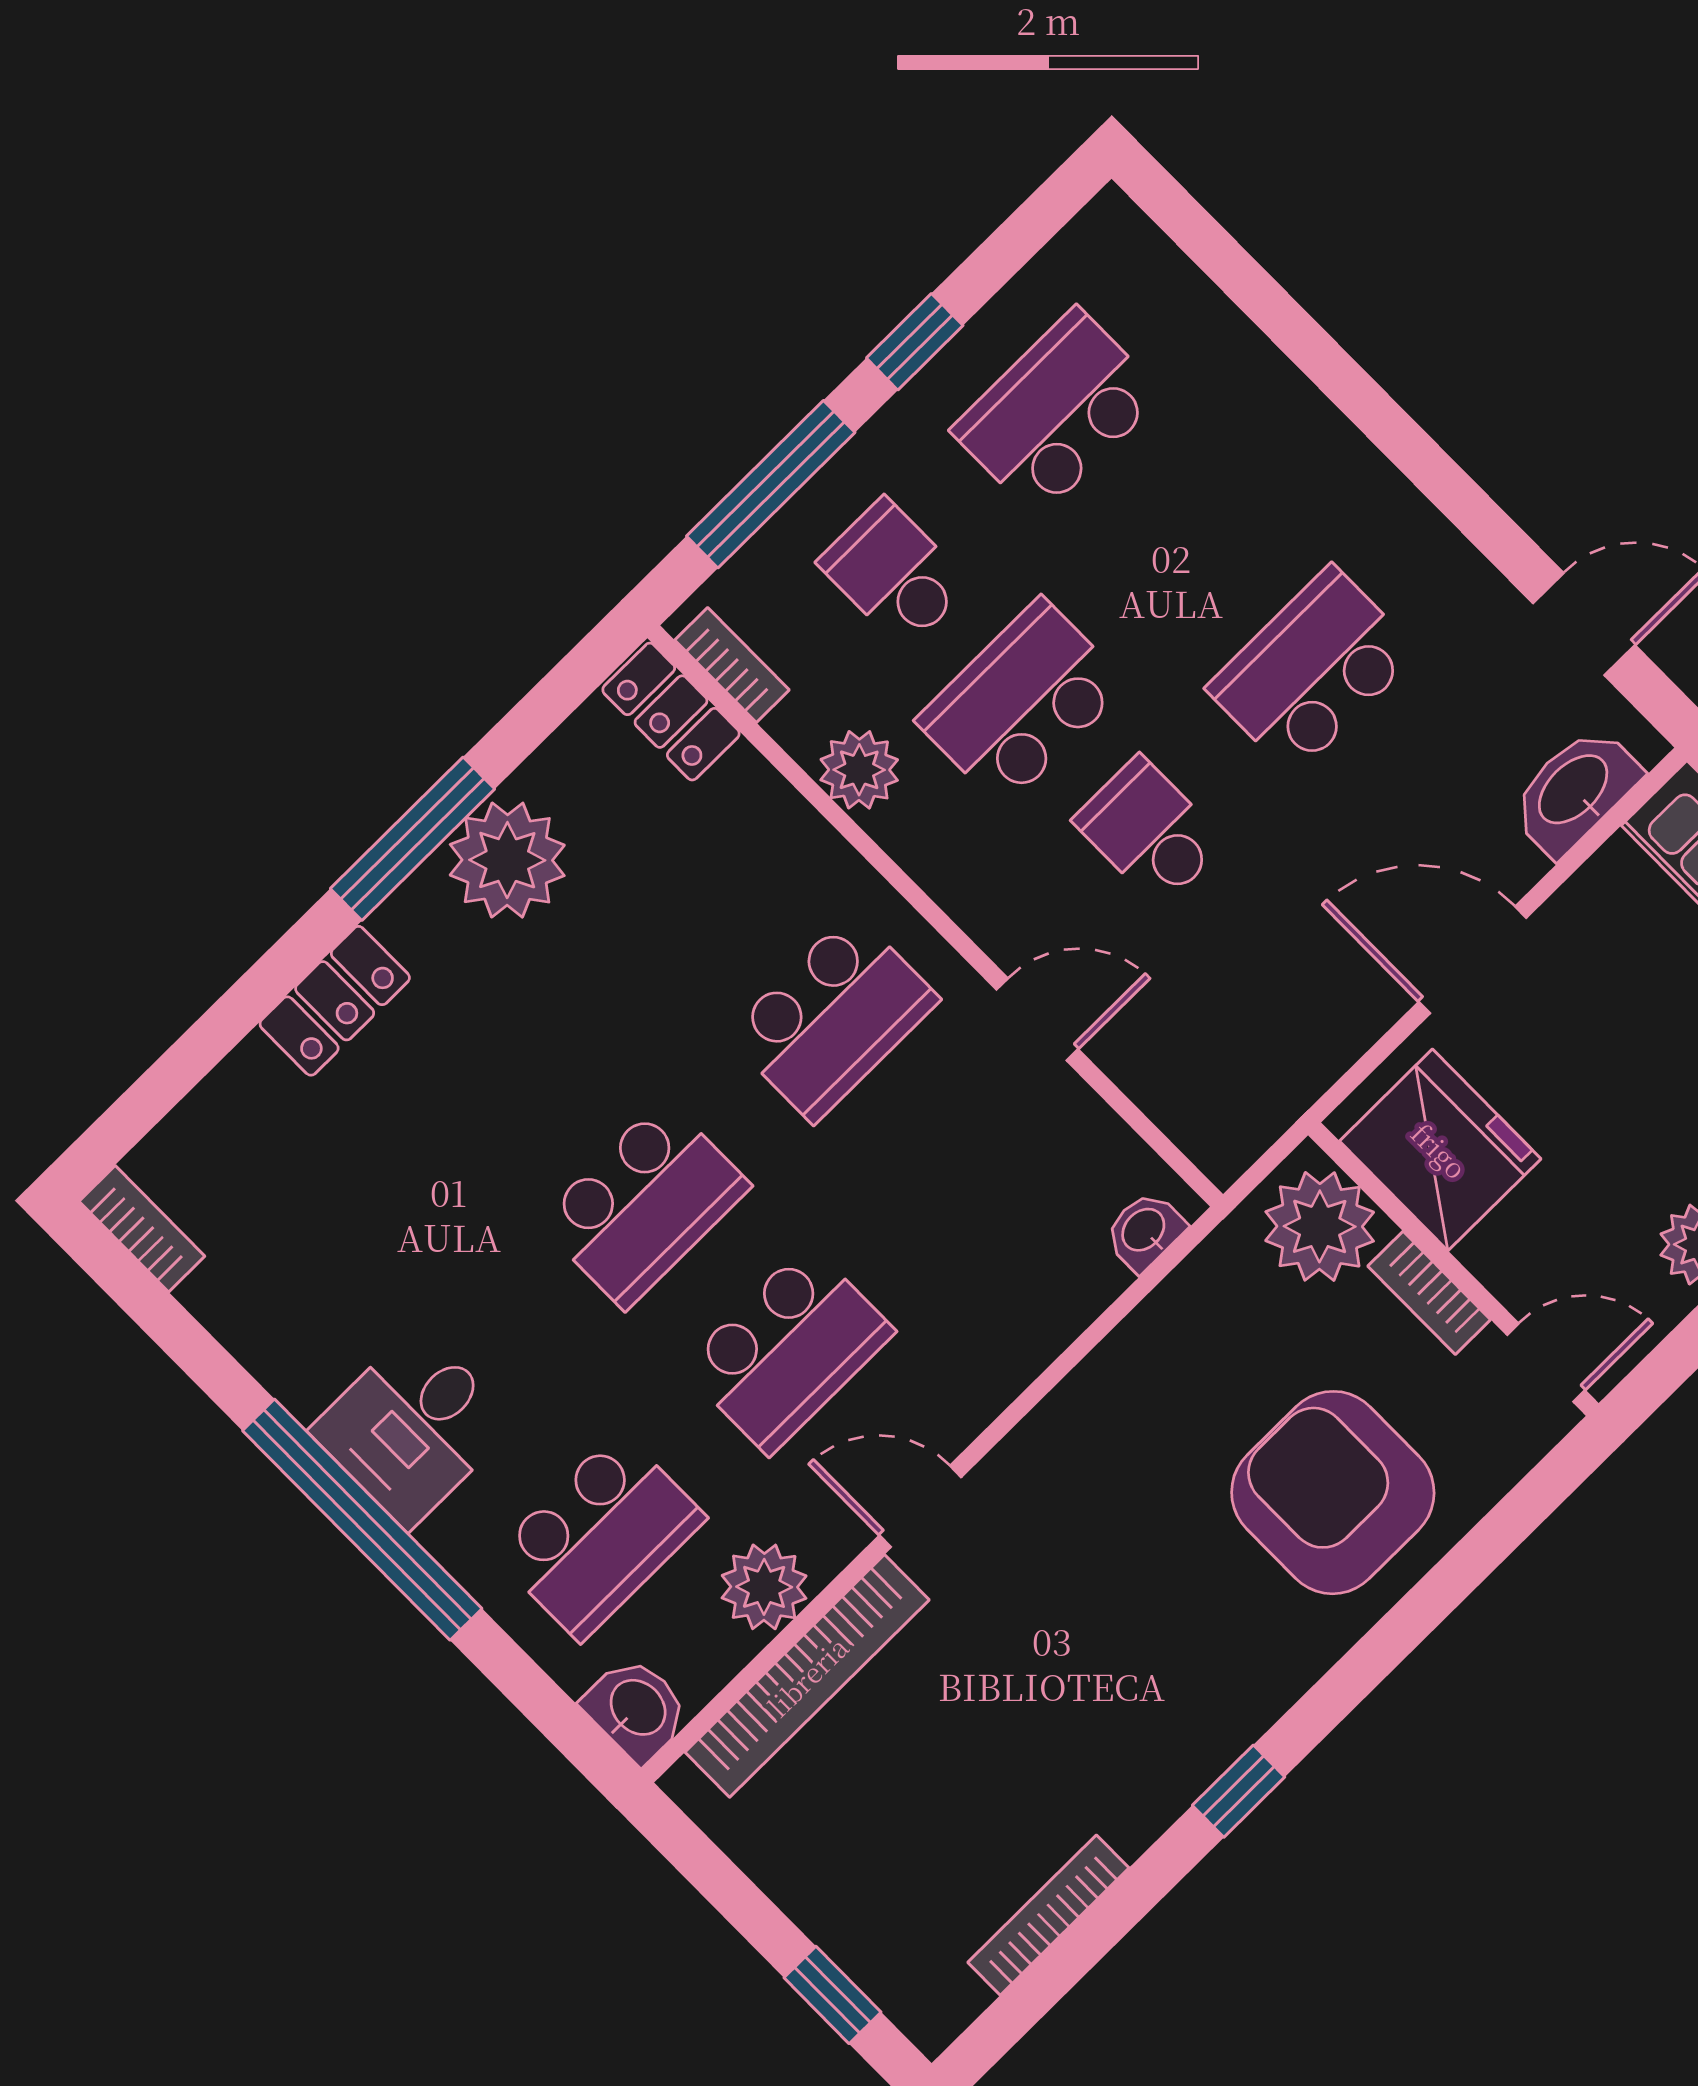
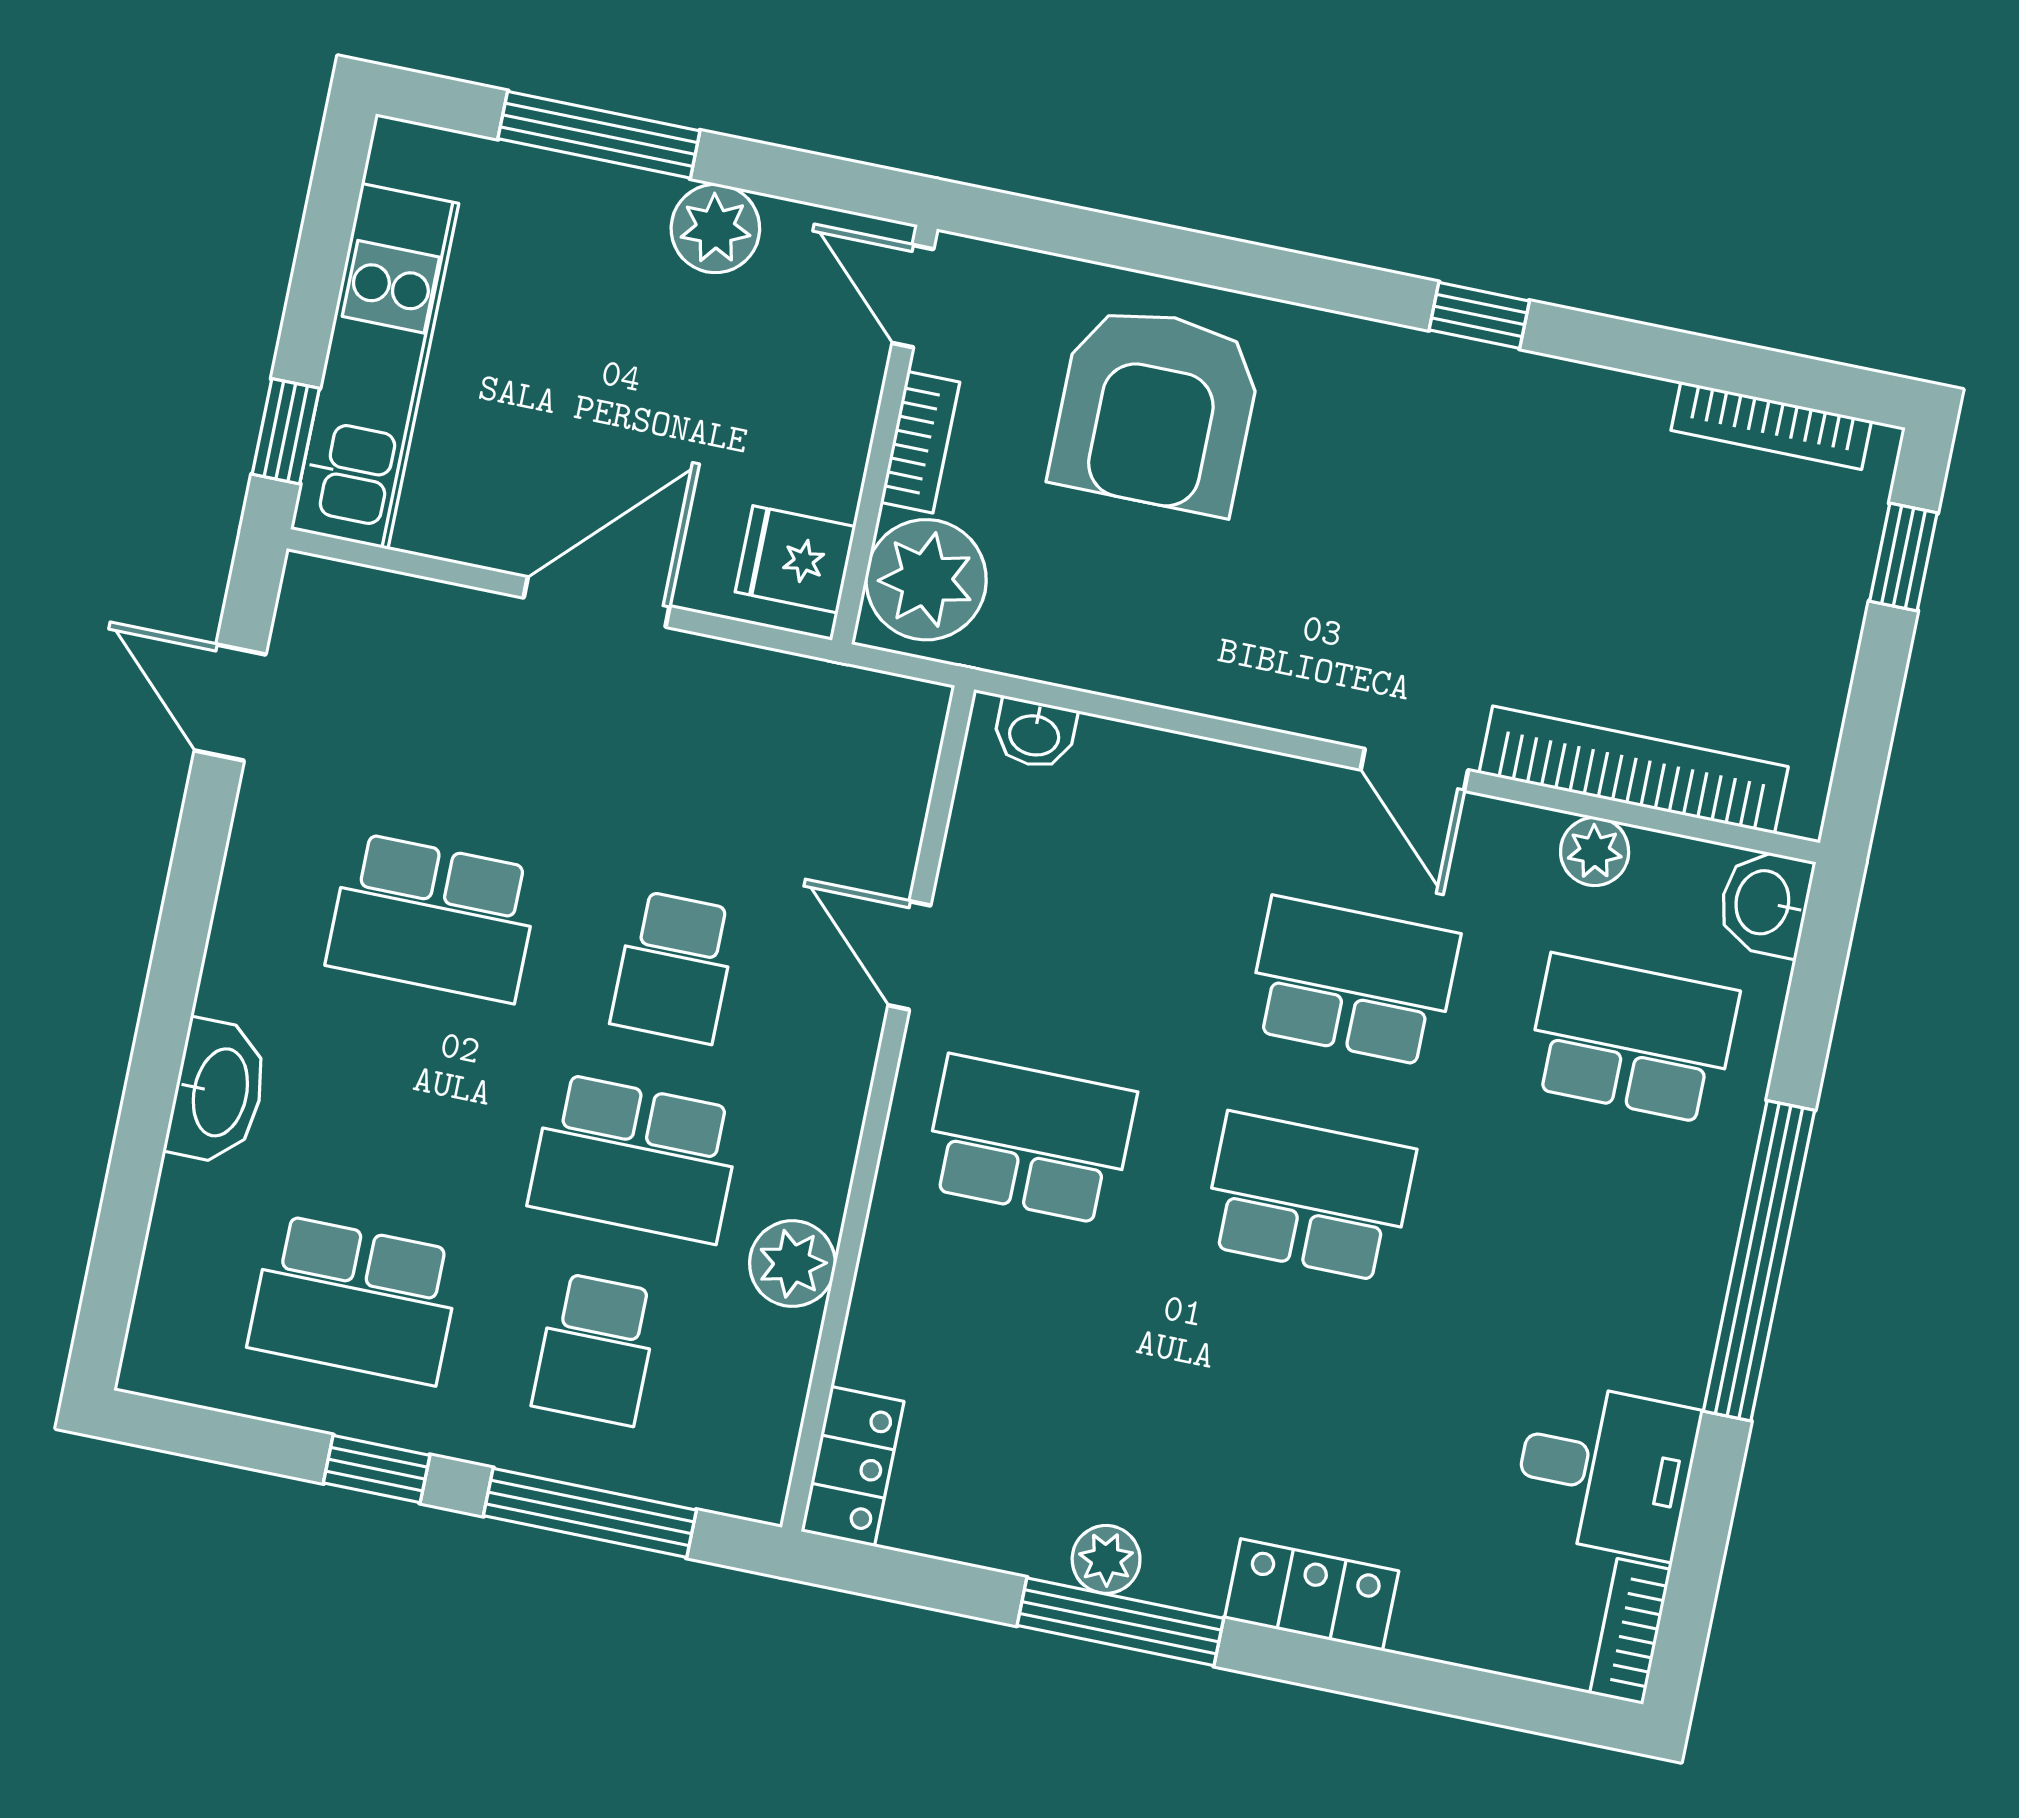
bookcase: (732, 665) -> (775, 1440), removed
washbasin: (1575, 791) -> (218, 1092), moved, turned -90
plant: (507, 860) -> (1106, 1559), width x0.53, depth x0.53
door: (1473, 960) -> (597, 602), swing flipped
fridge: (1440, 1150) -> (795, 559), width x0.53, depth x0.75
desk: (413, 1427) -> (1606, 1470), moved
plant: (764, 1587) -> (1595, 851), width x0.73, depth x0.73
bookcase: (1048, 1915) -> (1771, 426), moved

